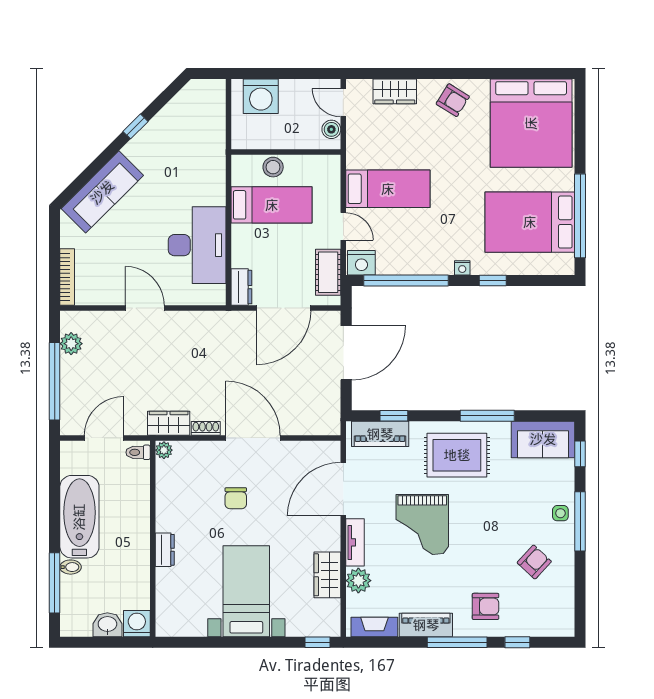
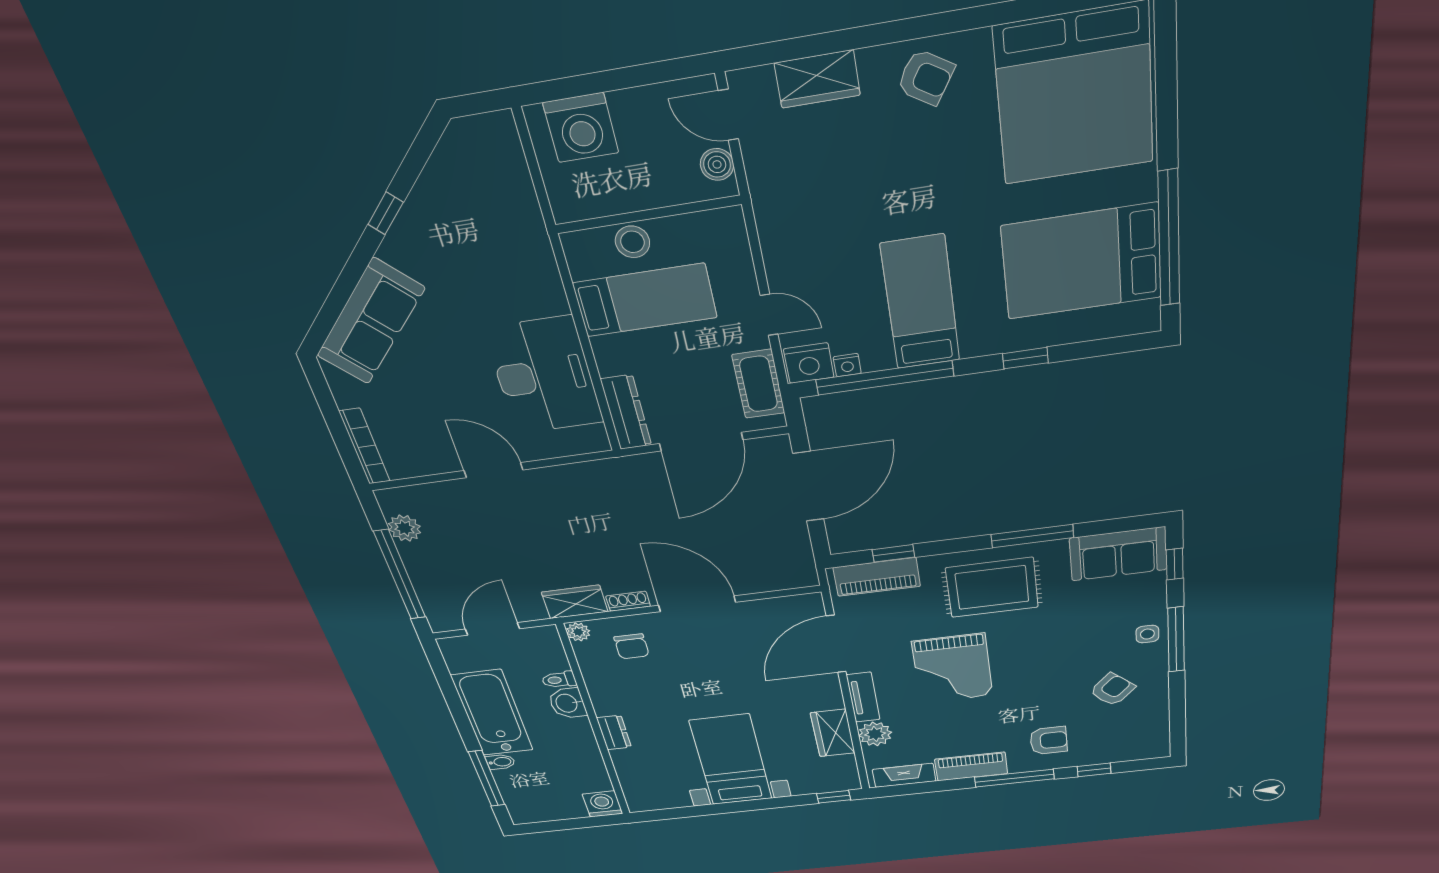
bed: (388, 189) -> (920, 303), moved, turned -90
nightstand: (462, 268) -> (847, 365), moved
dresser: (241, 287) -> (626, 412), width x1.44
toilet: (138, 452) -> (559, 680), moved
chair: (236, 498) -> (632, 646), moved
washbasin: (107, 625) -> (567, 703), moved, turned -90

